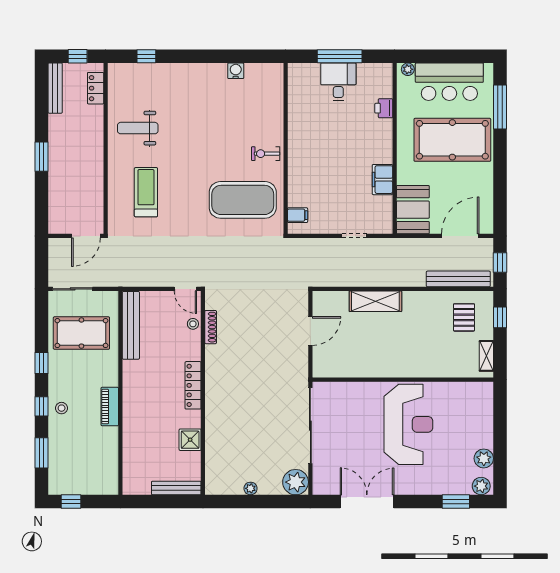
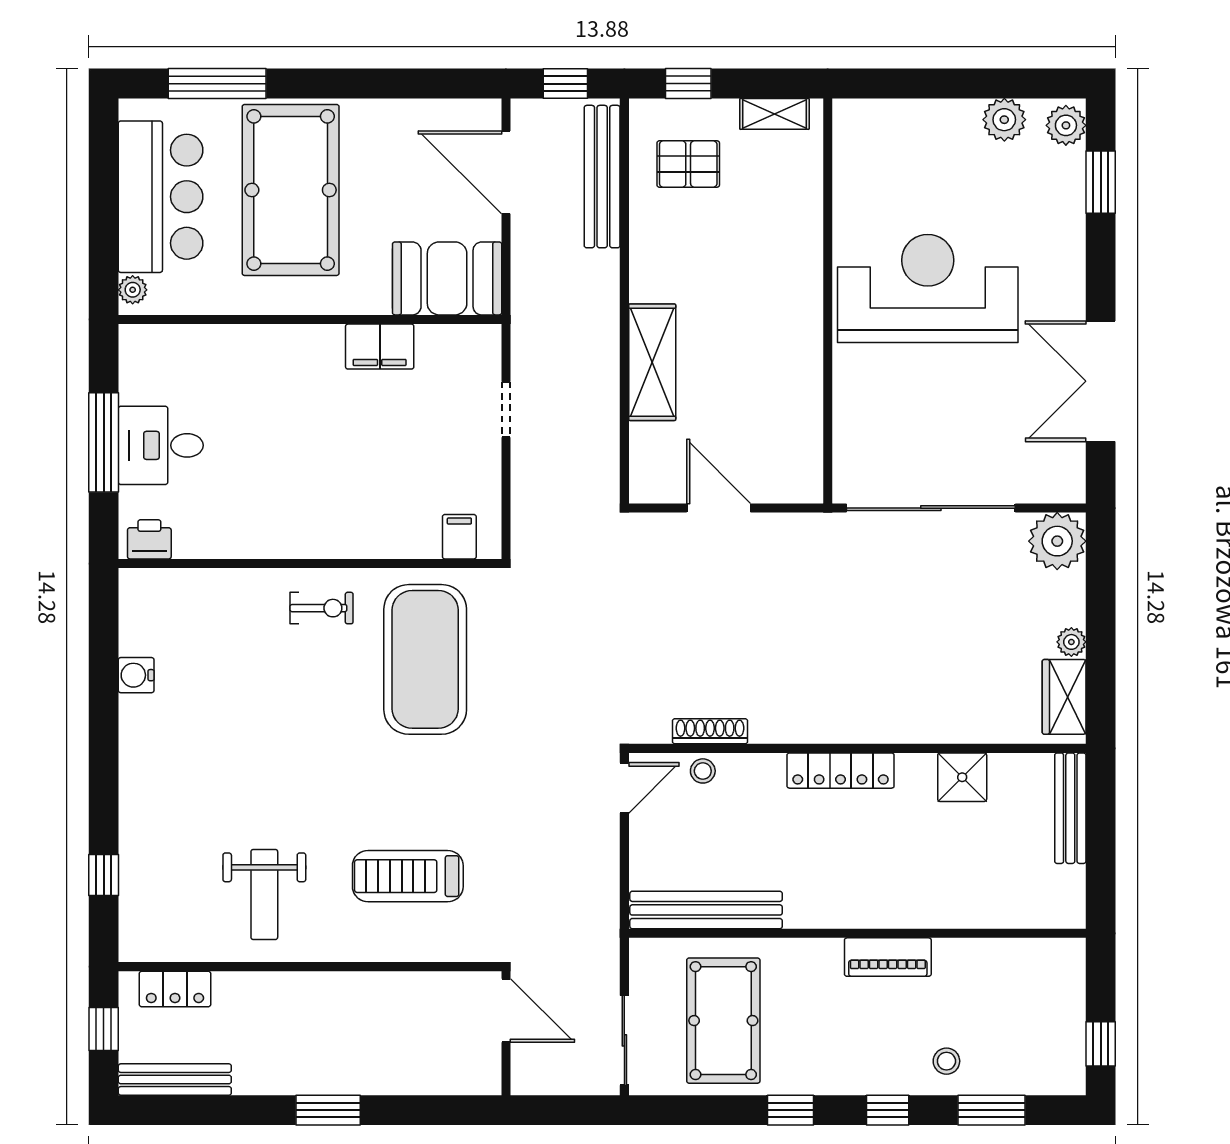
printer: (384, 108) -> (149, 539), moved, turned 180
exercise bike: (266, 154) -> (322, 608), turned -90
stool: (62, 408) -> (946, 1061), moved
wardrobe: (226, 485) -> (1064, 697), added

